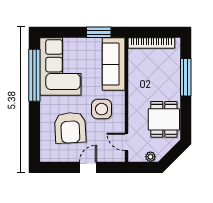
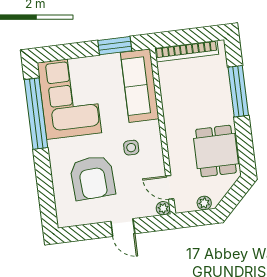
side table: (102, 109) -> (131, 148), width x0.54, depth x0.54
plant: (120, 157) -> (163, 208), added
door: (88, 167) -> (123, 228), swing flipped

